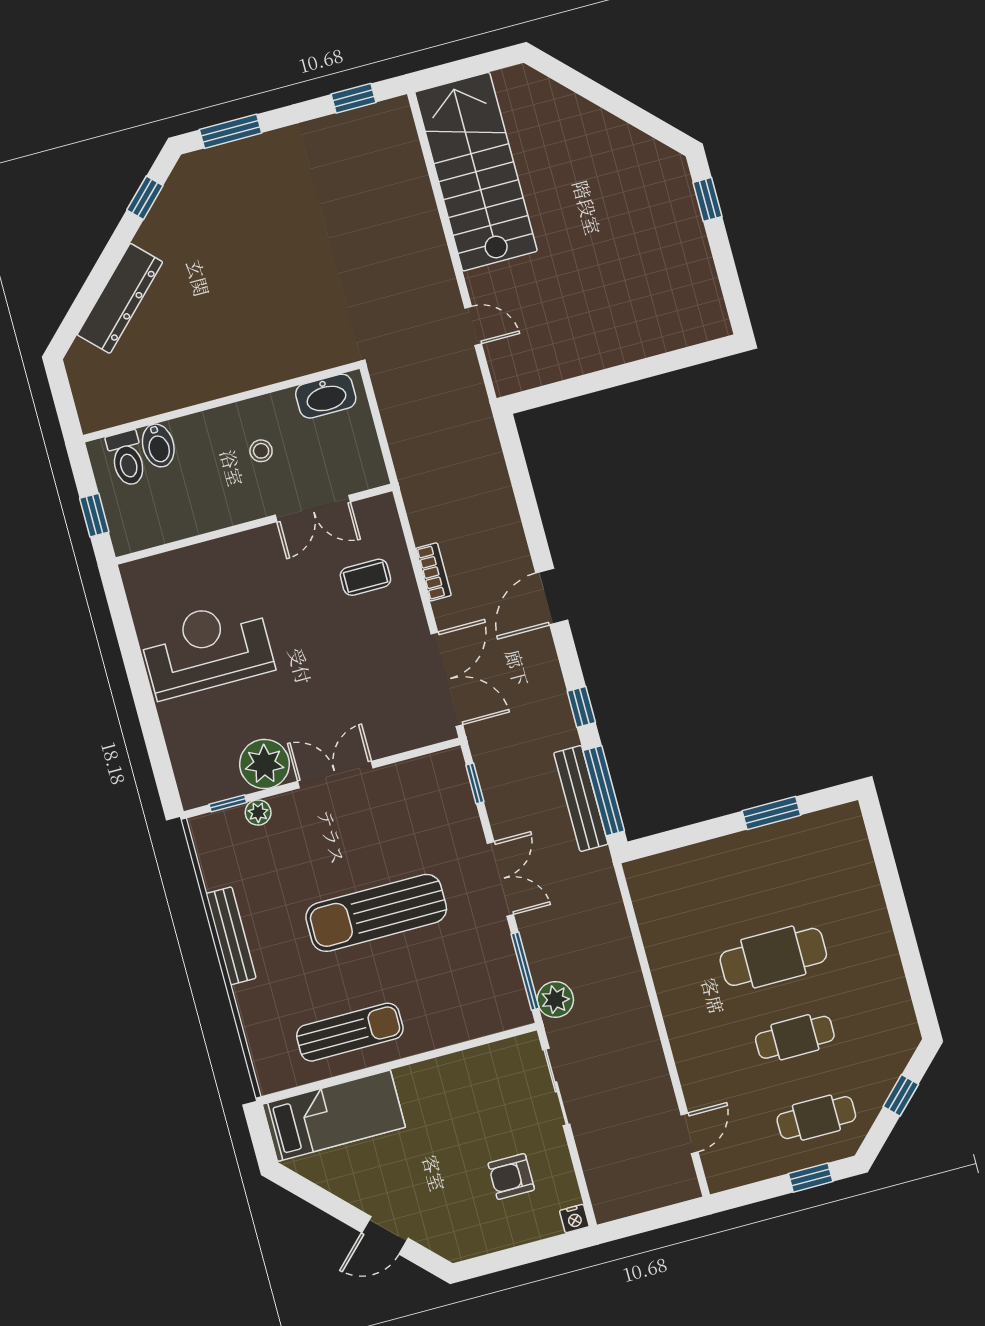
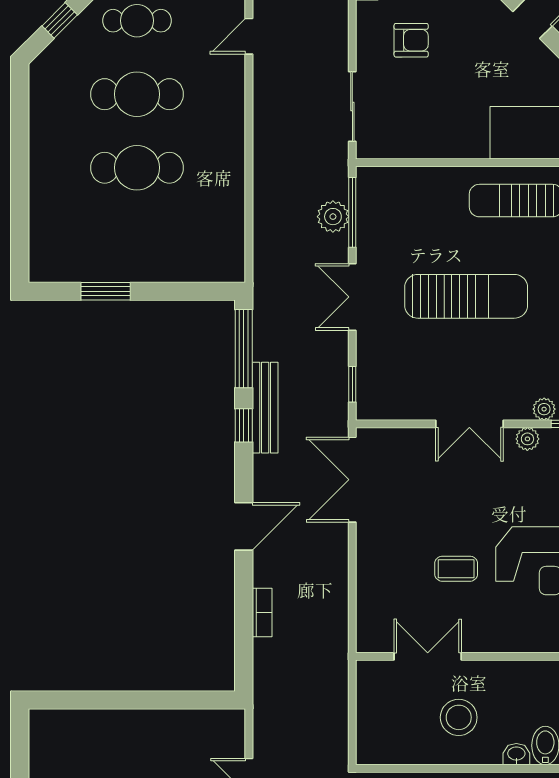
washbasin: (326, 396) -> (516, 754), moved, width x0.52, depth x0.69
stool: (261, 451) -> (459, 717), width x1.89, depth x1.89
bookcase: (434, 572) -> (262, 612), moved, turned 180
coffee table: (365, 577) -> (456, 569), moved
plant: (264, 764) -> (527, 439), width x0.53, depth x0.53
bench: (581, 798) -> (265, 408), moved
plant: (555, 1000) -> (333, 217), moved
cafe table: (795, 1037) -> (137, 94), width x1.37, depth x1.35

